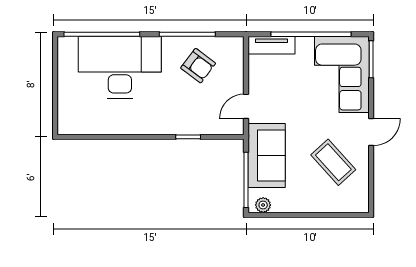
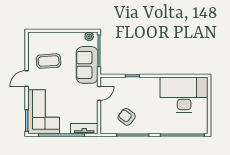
desk: (120, 67) -> (184, 95), moved, turned 180
coffee table: (333, 162) -> (49, 61), turned -52

